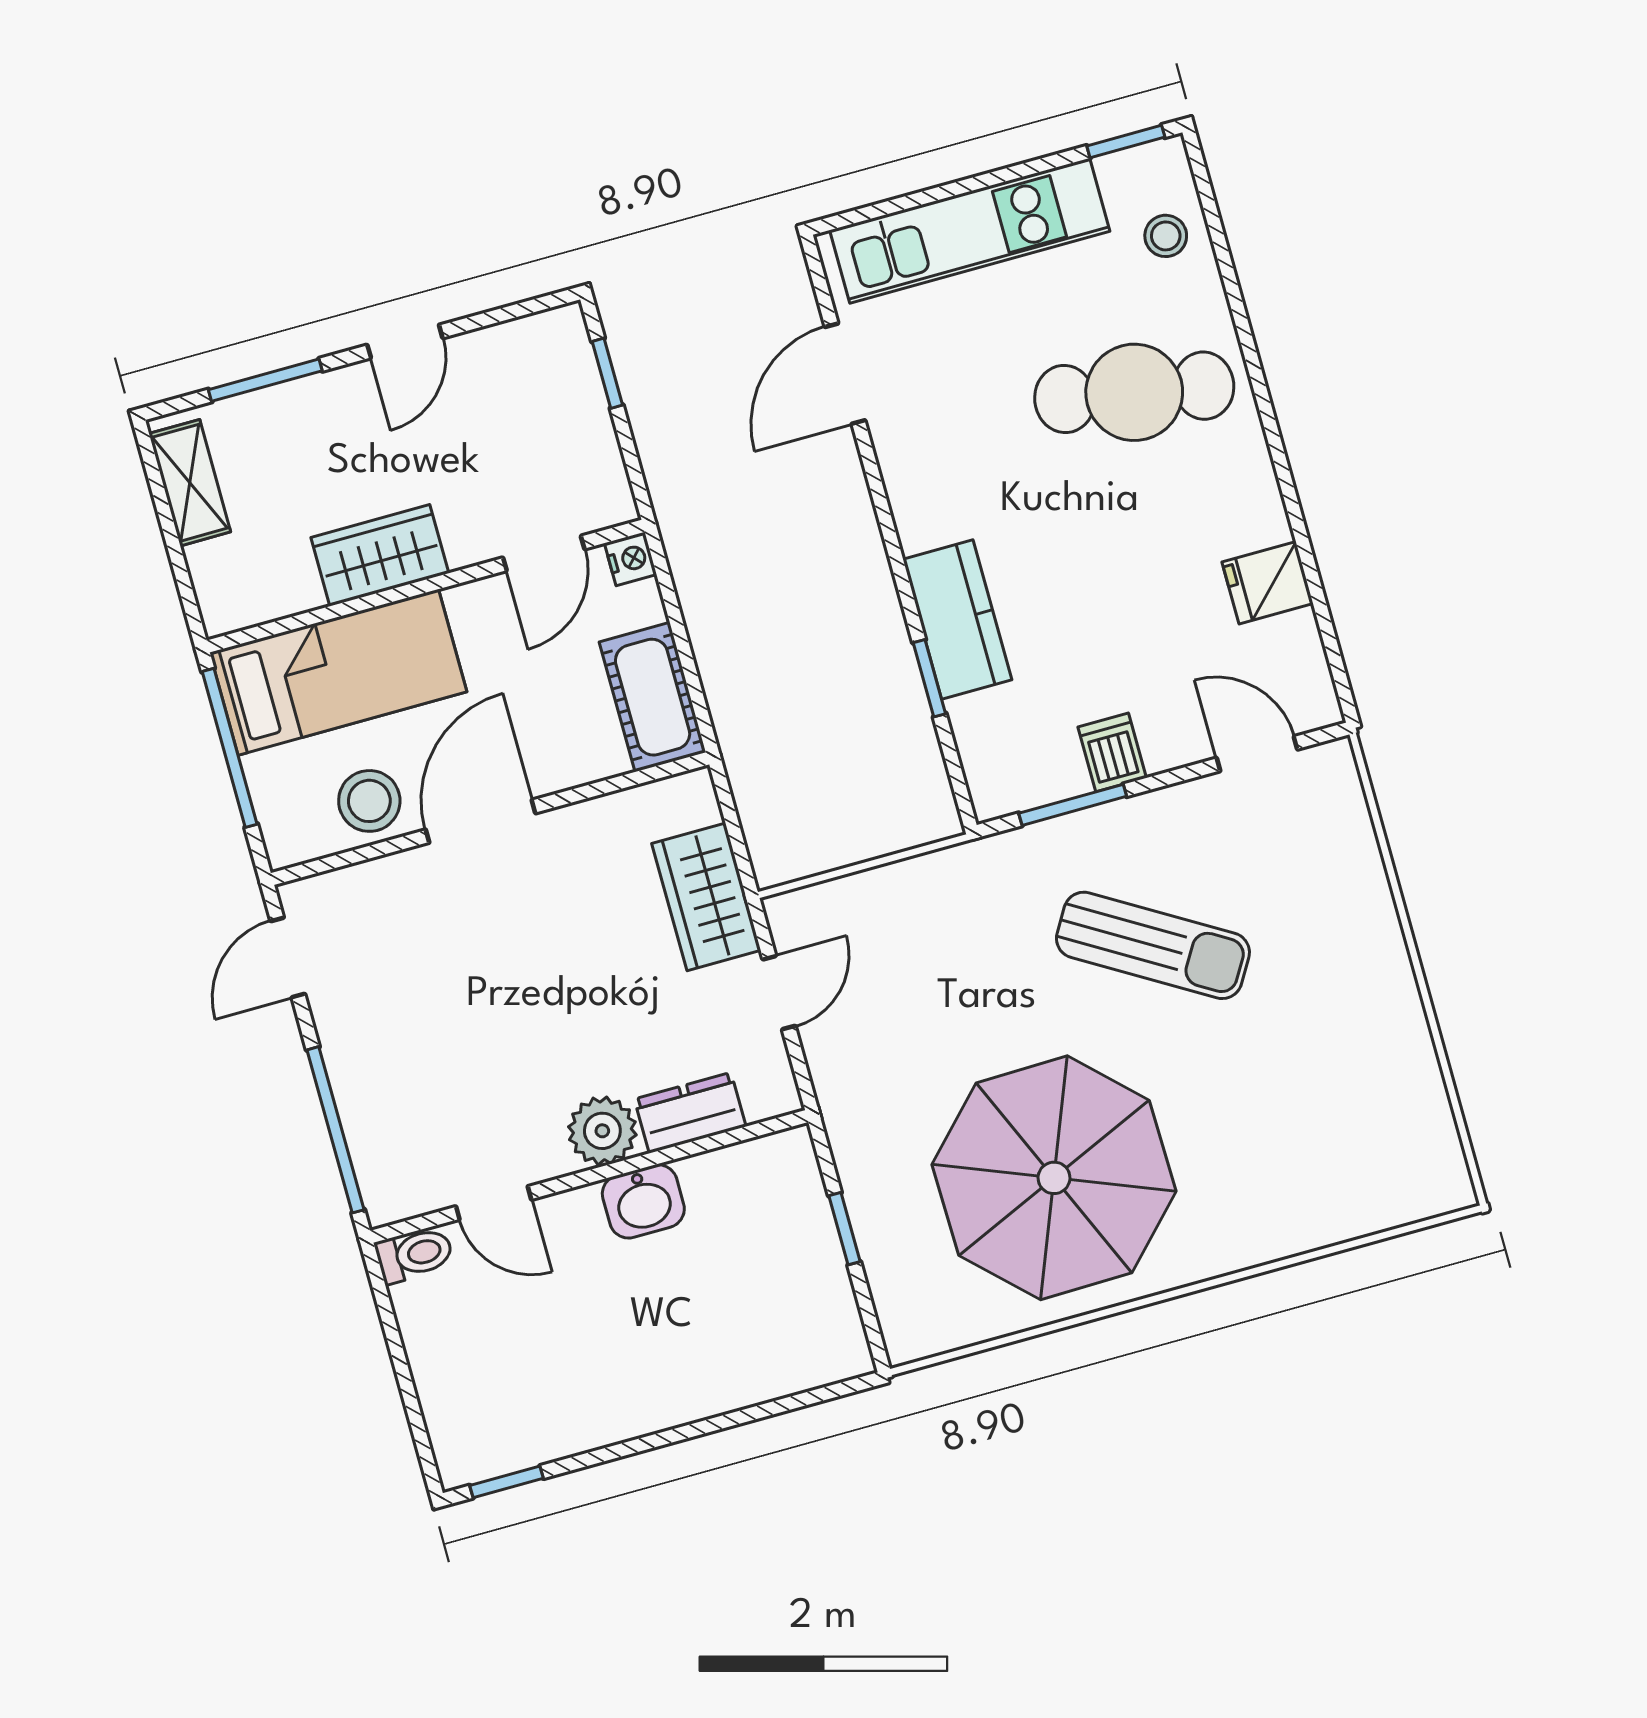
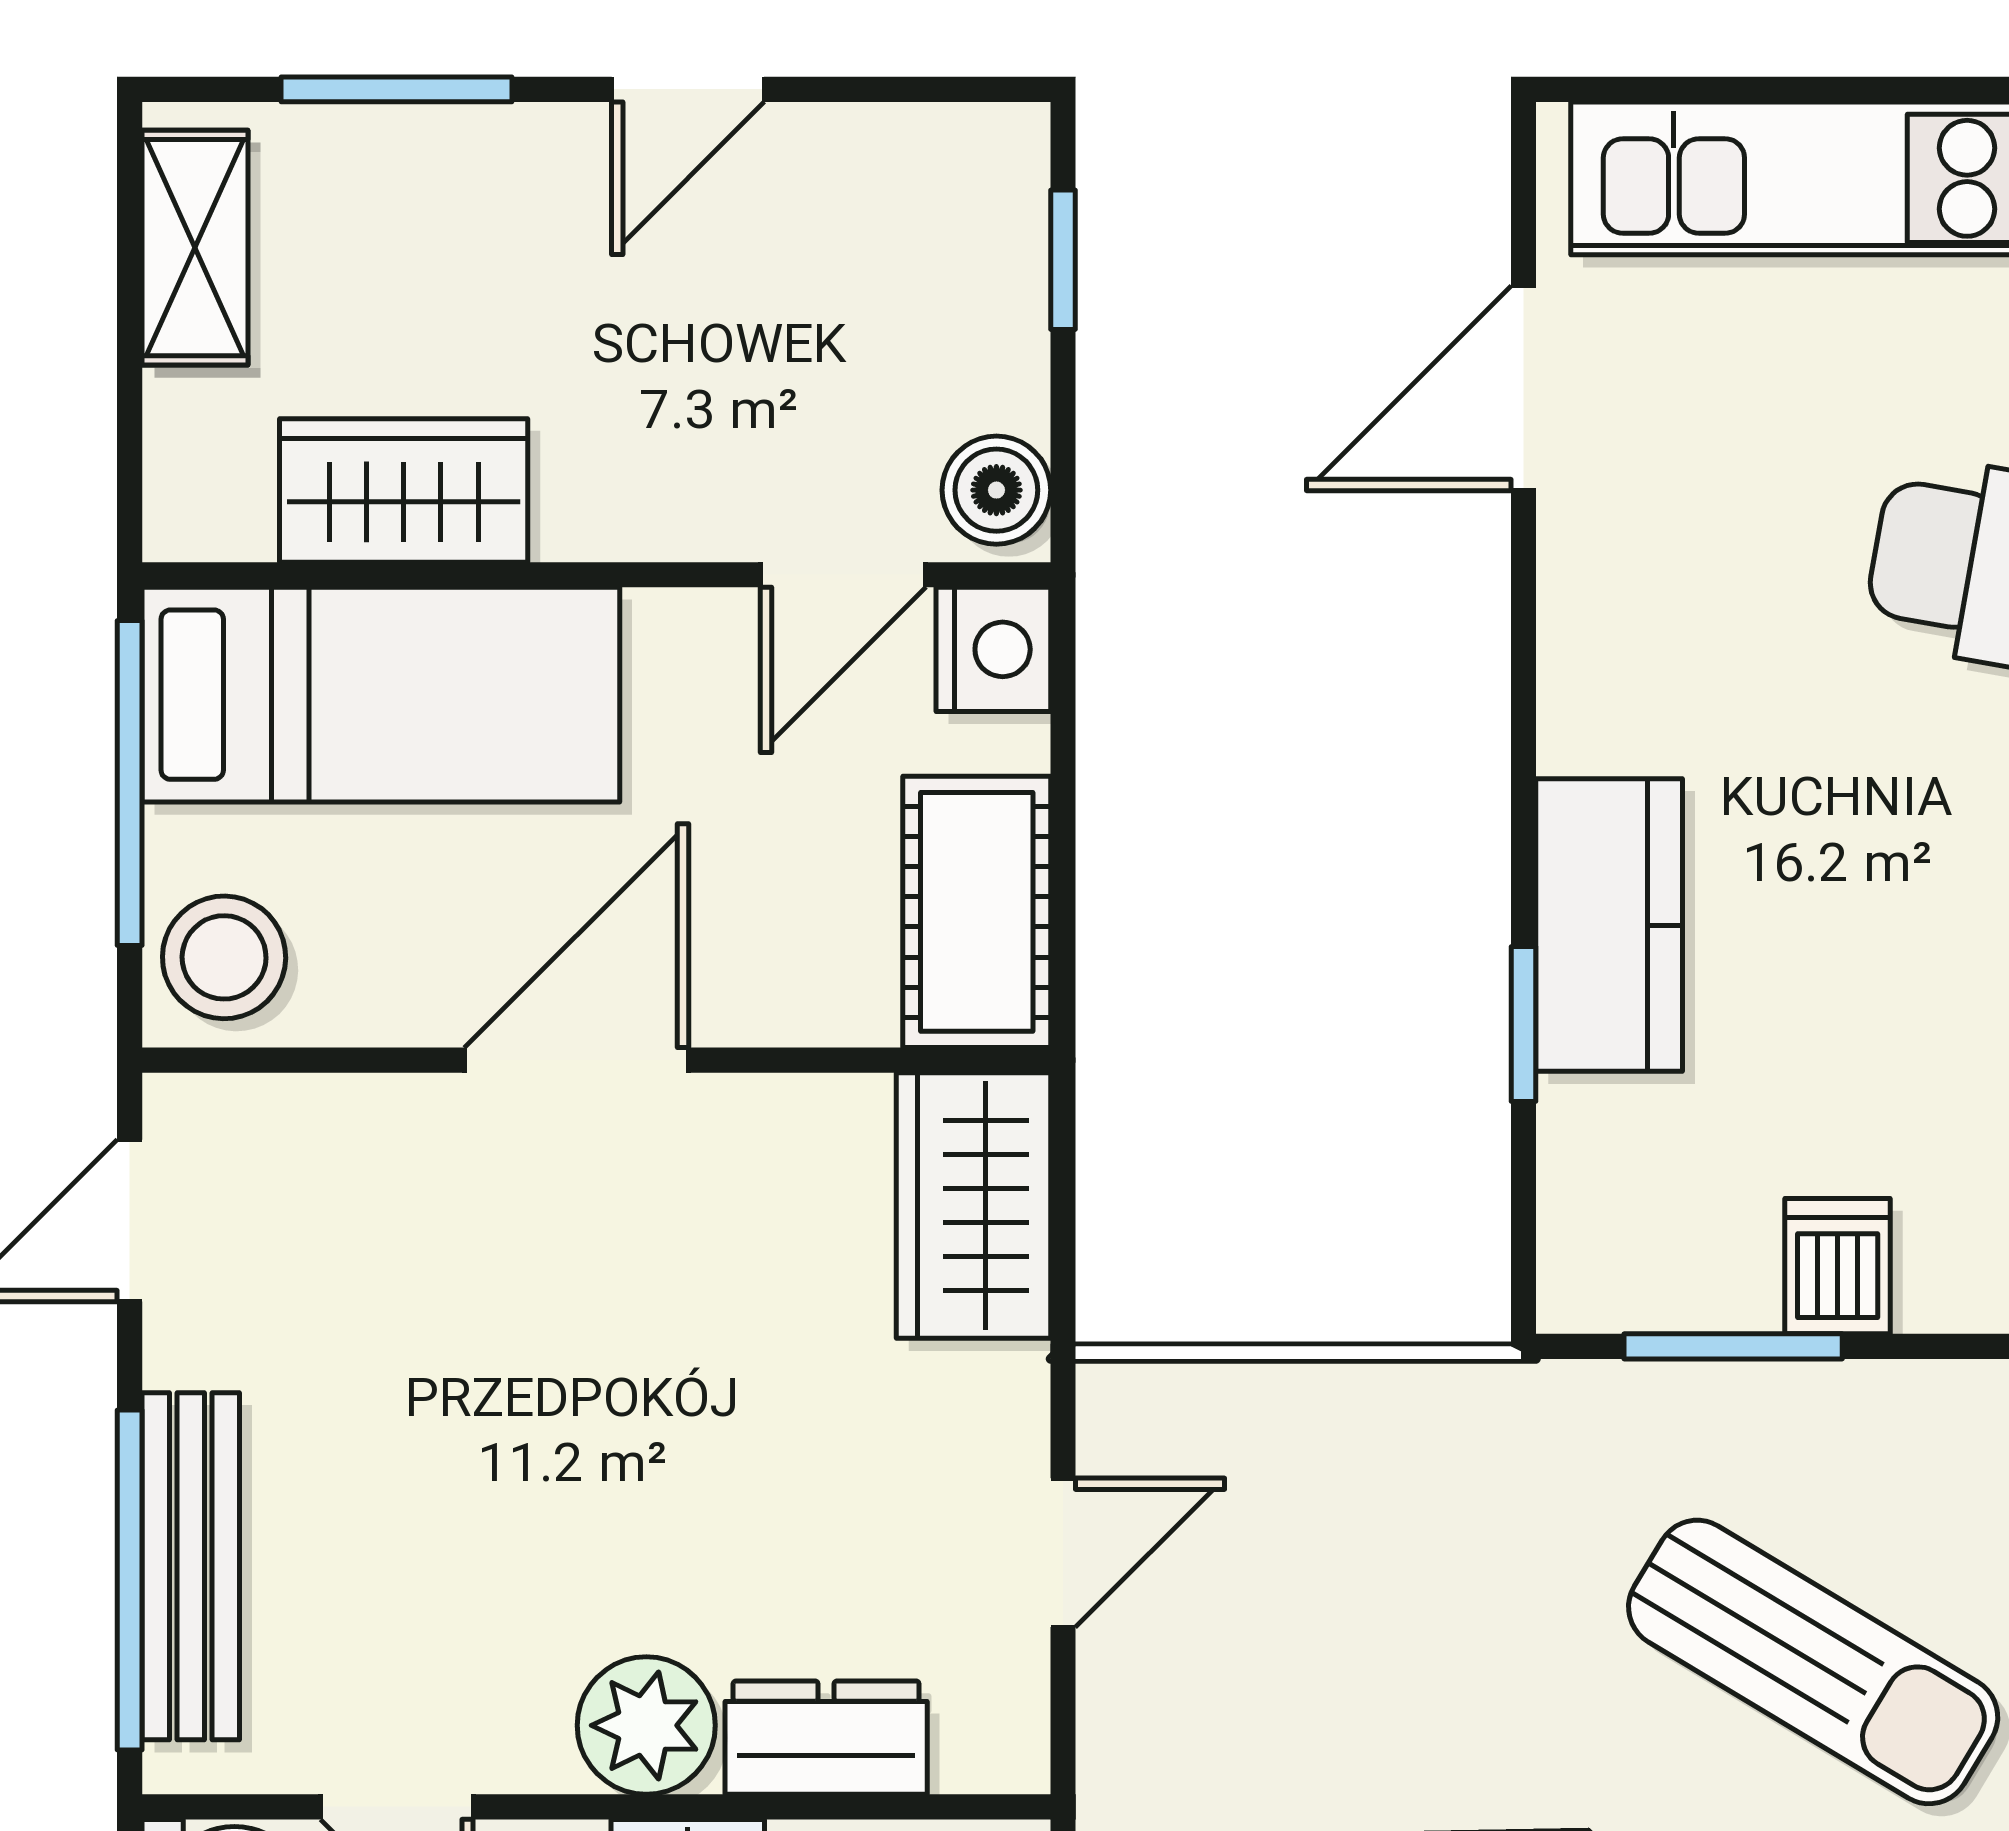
boiler: (606, 492) -> (996, 490), added
wardrobe: (380, 555) -> (404, 490), moved
nightstand: (631, 559) -> (993, 649), width x1.39, depth x1.35
stool: (369, 801) -> (224, 957), moved
wardrobe: (706, 897) -> (974, 1206), moved
bench: (363, 1115) -> (191, 1566), added

